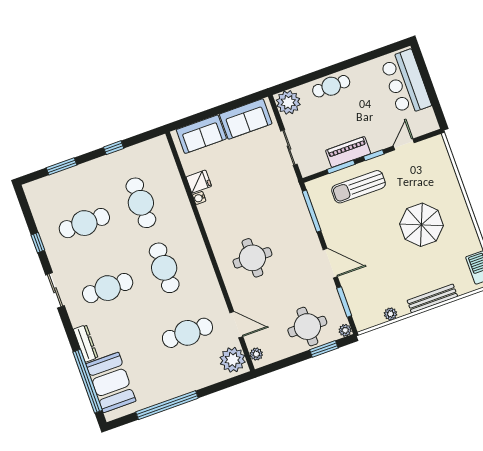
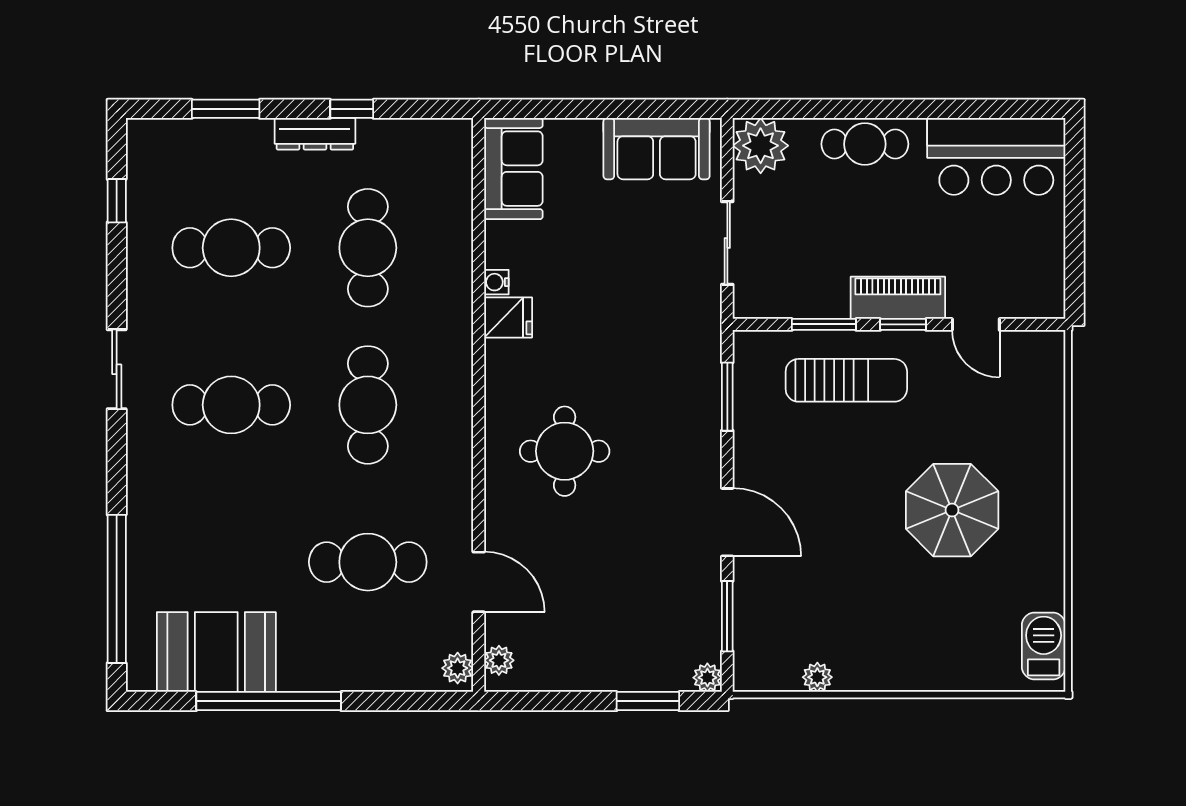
bar counter: (406, 83) -> (996, 156), moved, turned -90
sofa: (201, 134) -> (513, 169), moved, turned -90
door: (404, 144) -> (976, 324), swing flipped
piano: (348, 152) -> (898, 298), moved
fridge: (199, 182) -> (508, 317), moved
sun lounger: (359, 187) -> (846, 380), turned 180
window: (312, 211) -> (727, 397), width x0.69
window: (38, 243) -> (117, 201), moved
bench: (432, 298) -> (919, 676), removed
round table: (307, 327) -> (629, 640), removed
dresser: (86, 343) -> (315, 134), moved, turned 90
plant: (233, 360) -> (458, 668), width x0.53, depth x0.53
booth: (111, 382) -> (216, 652), moved, turned 90

